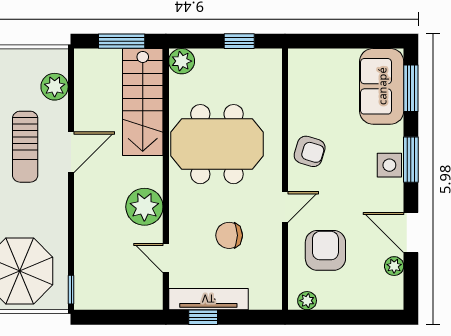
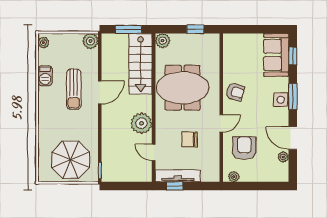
plant: (55, 87) -> (90, 41), moved
window: (411, 88) -> (293, 56), width x0.67

